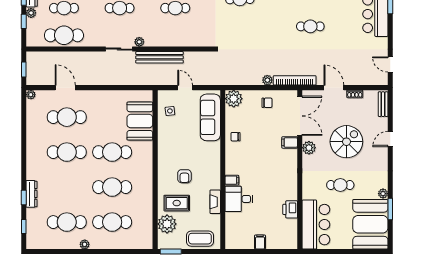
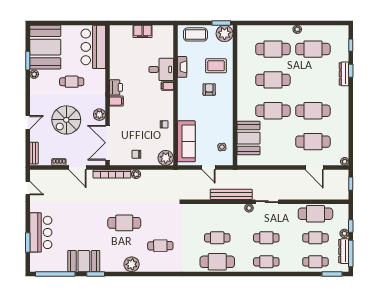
cafe table: (310, 26) -> (124, 223), moved, width x1.37, depth x1.35
filing cabinet: (290, 142) -> (116, 101), moved
printer: (290, 209) -> (116, 87), moved
plant: (167, 224) -> (225, 34), moved
filing cabinet: (260, 242) -> (143, 31), width x2.00

